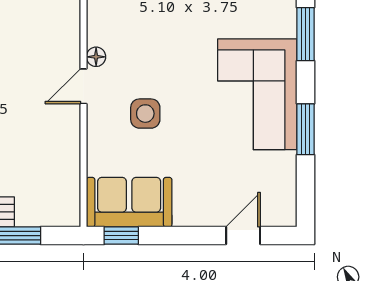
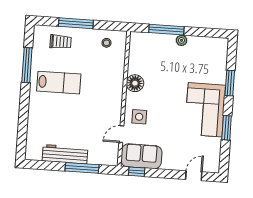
floor lamp: (96, 57) -> (135, 83), width x1.89, depth x1.89
door: (83, 86) -> (121, 134), moved
side table: (145, 114) -> (139, 117), moved

